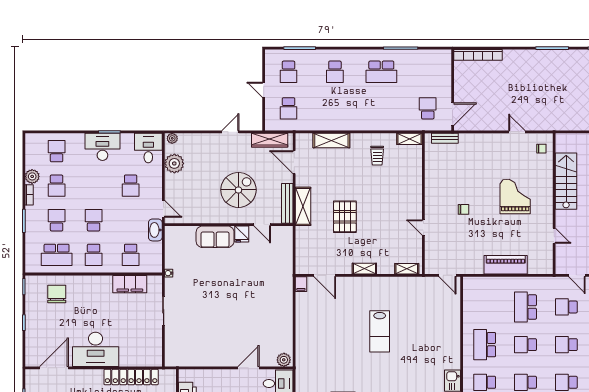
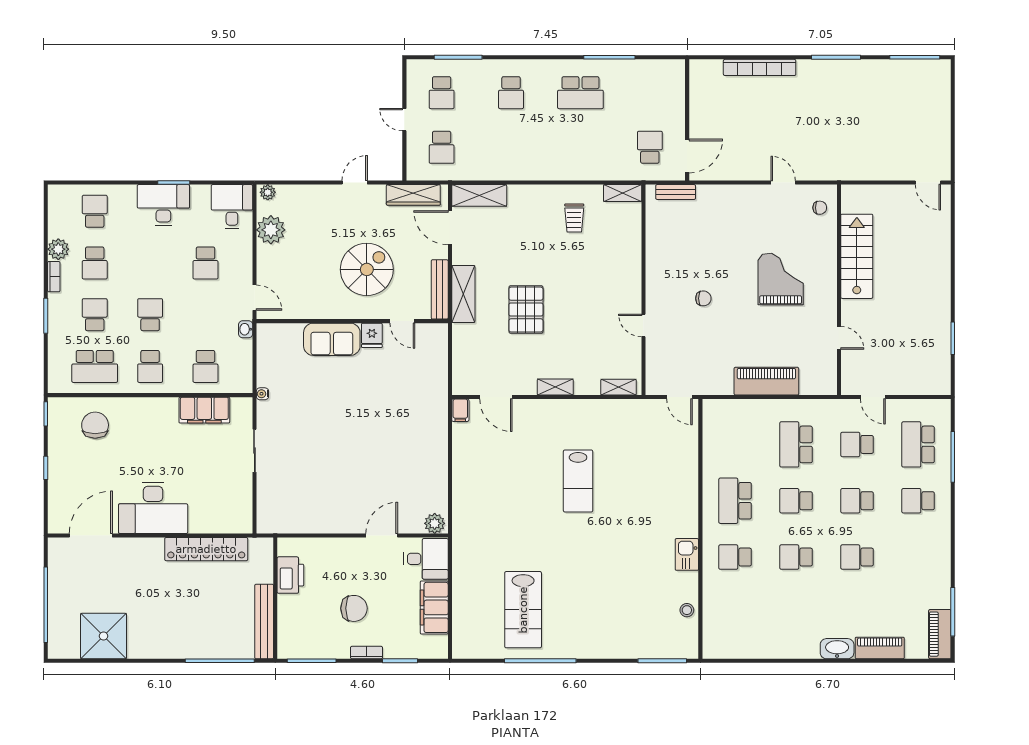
bookcase: (478, 55) -> (760, 67), moved
shelving: (331, 140) -> (479, 195), moved
washbasin: (155, 230) -> (246, 329), width x0.52, depth x0.69

